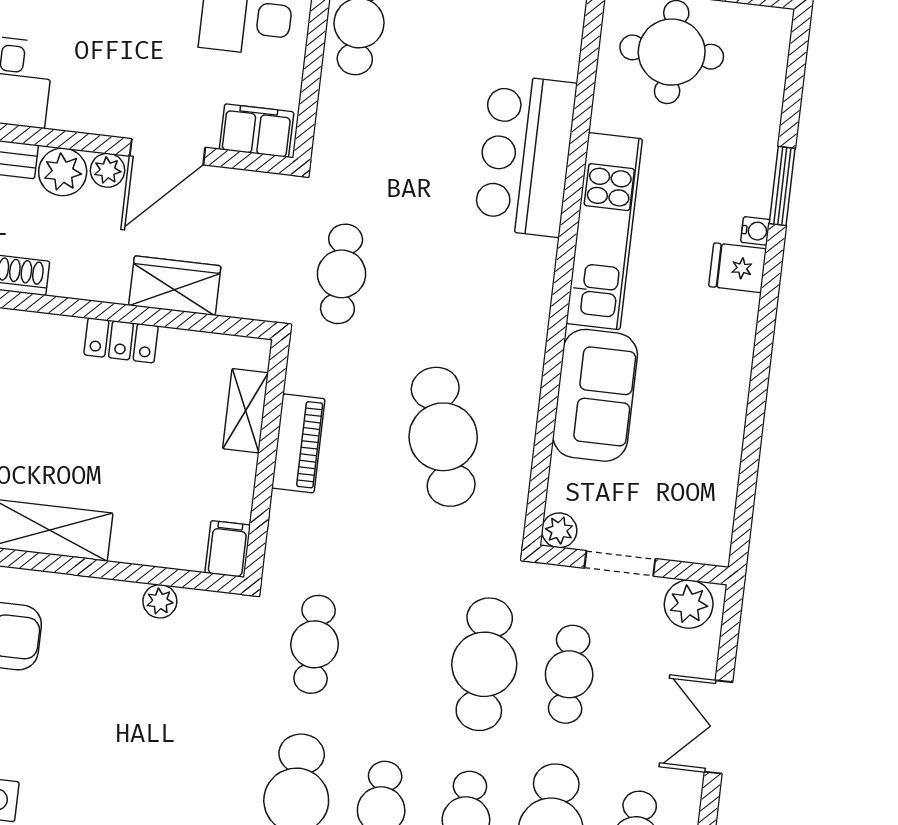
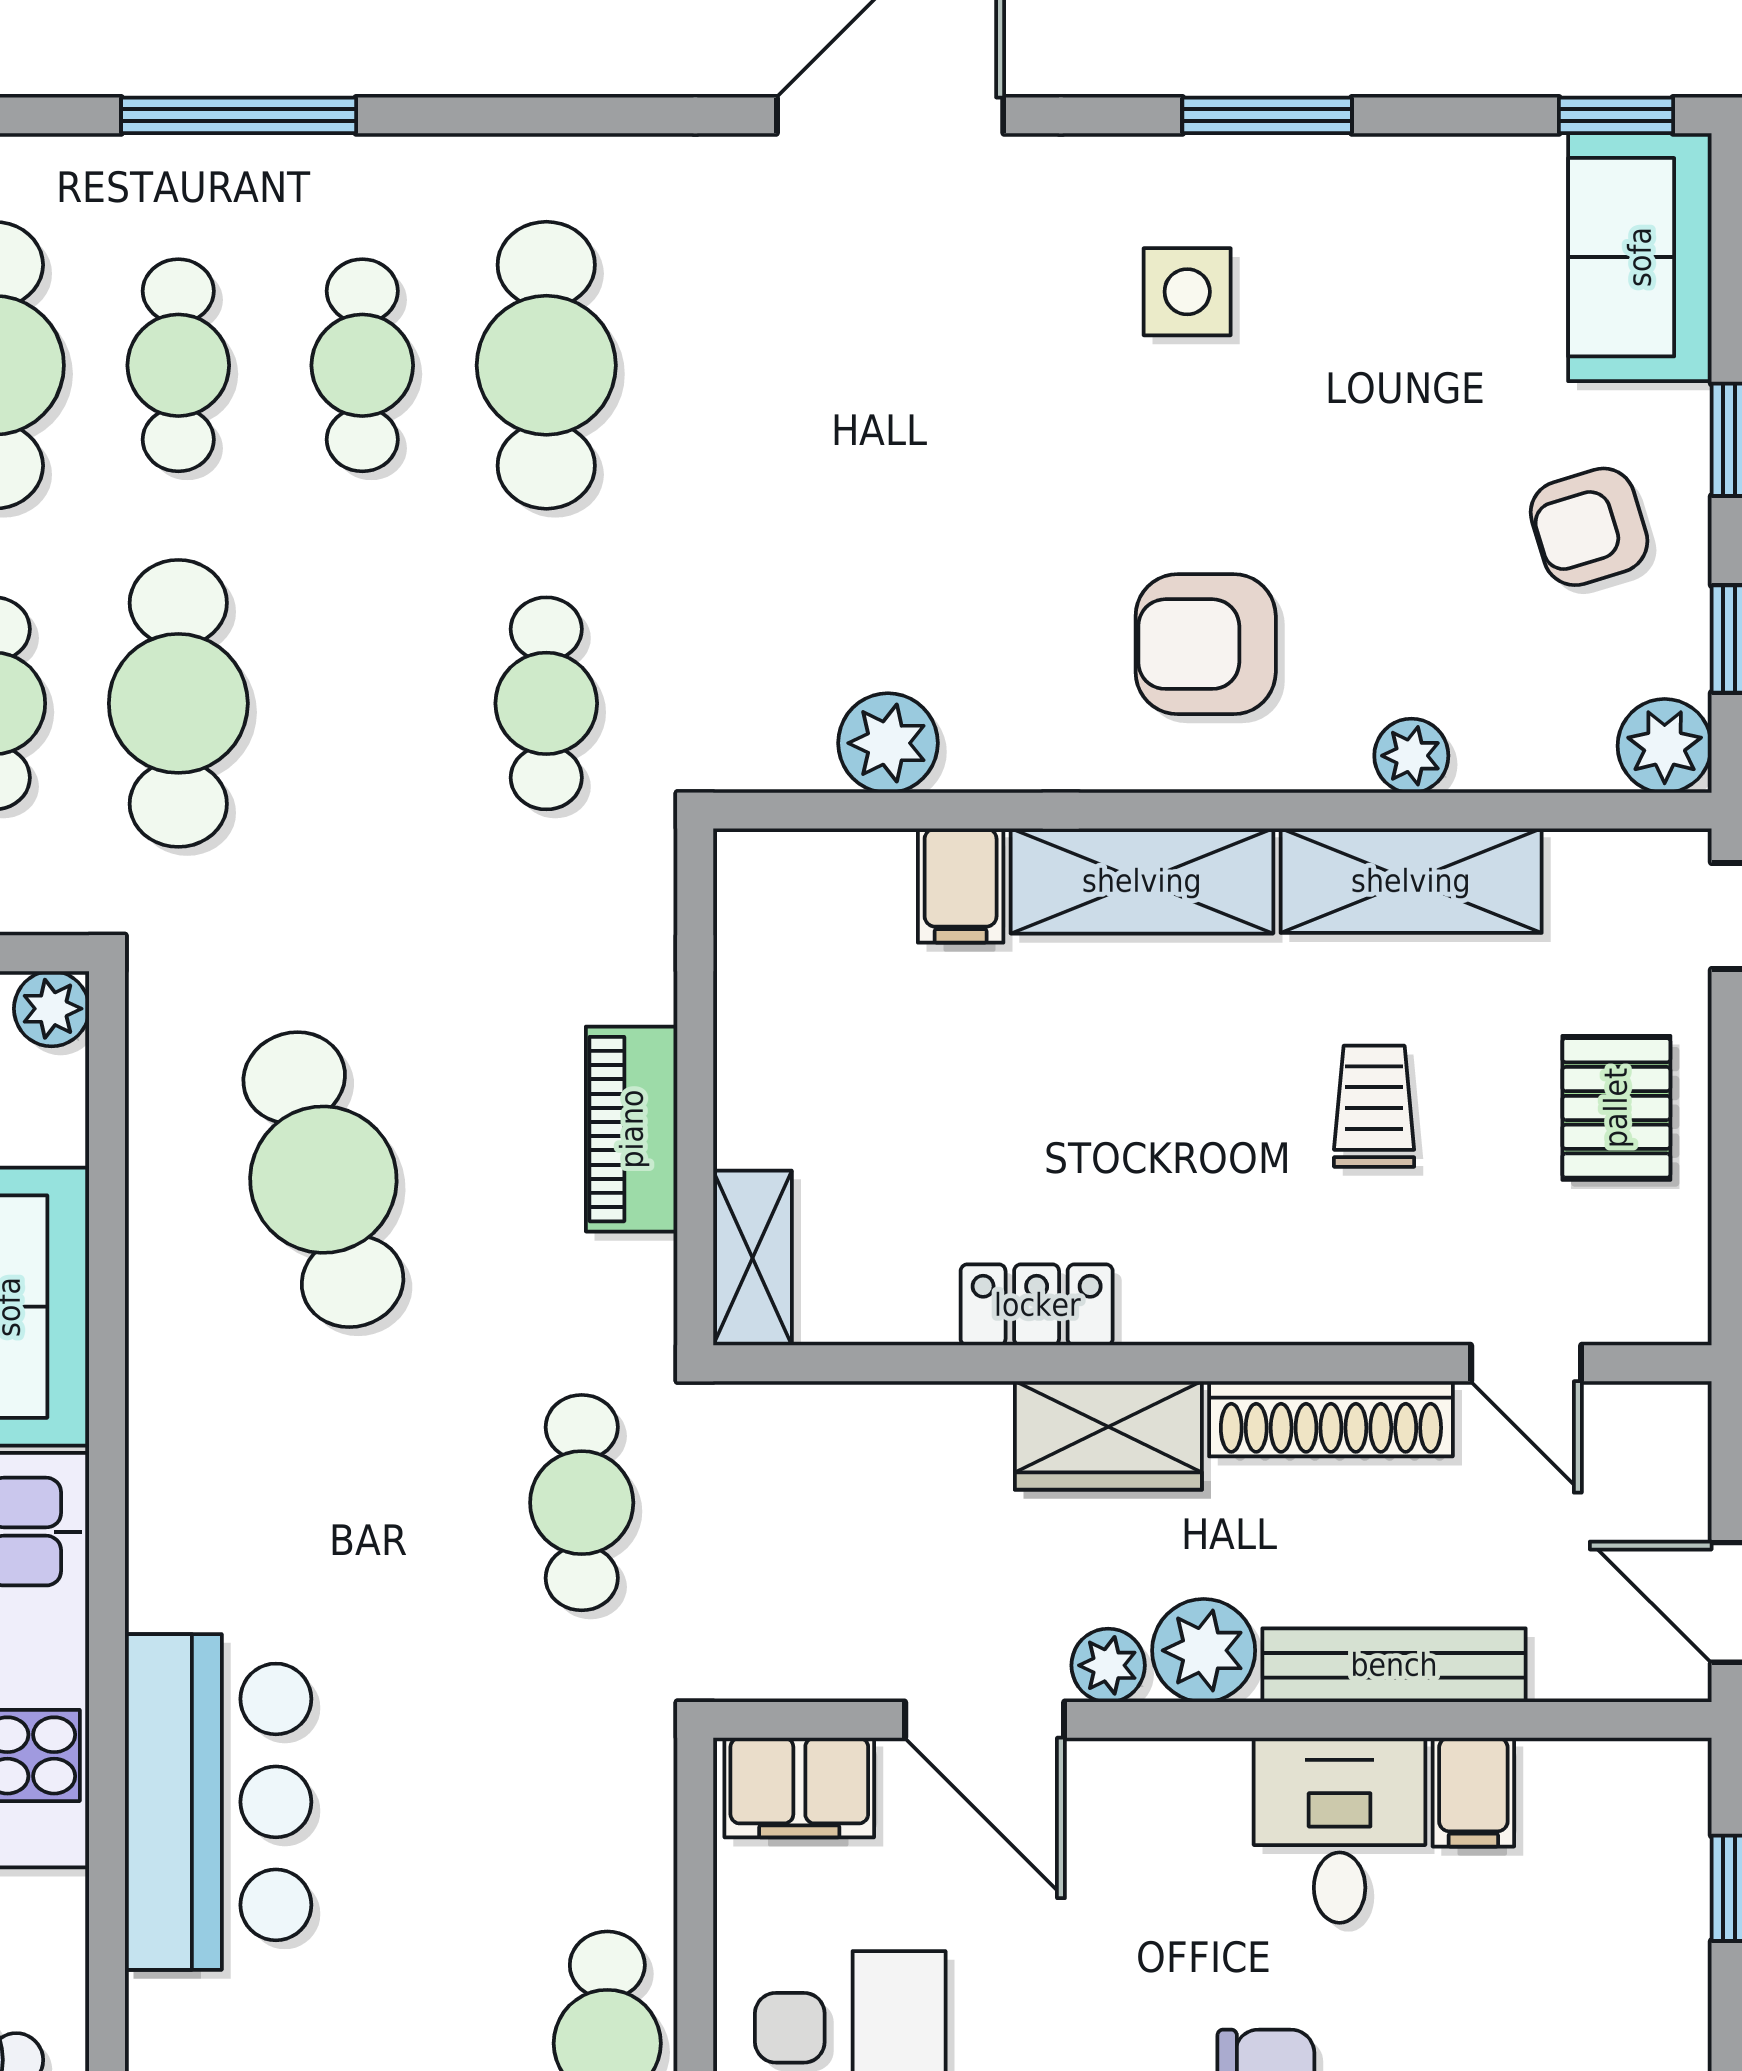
door: (167, 152) -> (985, 1720), swing flipped
wardrobe: (175, 286) -> (1108, 1435), moved
shelving: (246, 411) -> (752, 1258), moved
filing cabinet: (228, 549) -> (961, 886), moved
plant: (160, 601) -> (888, 743), width x1.38, depth x1.38

